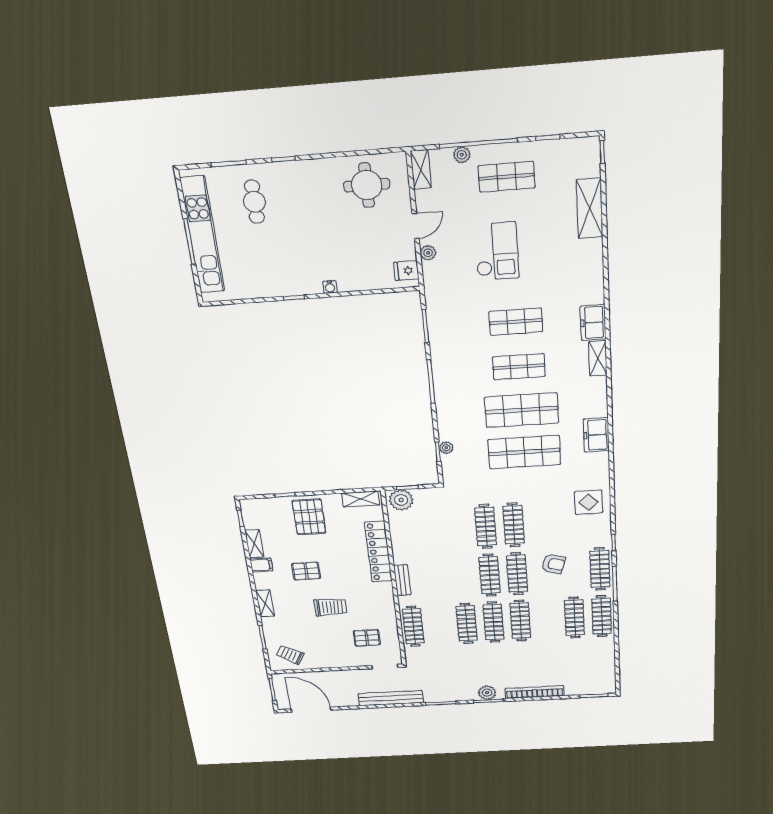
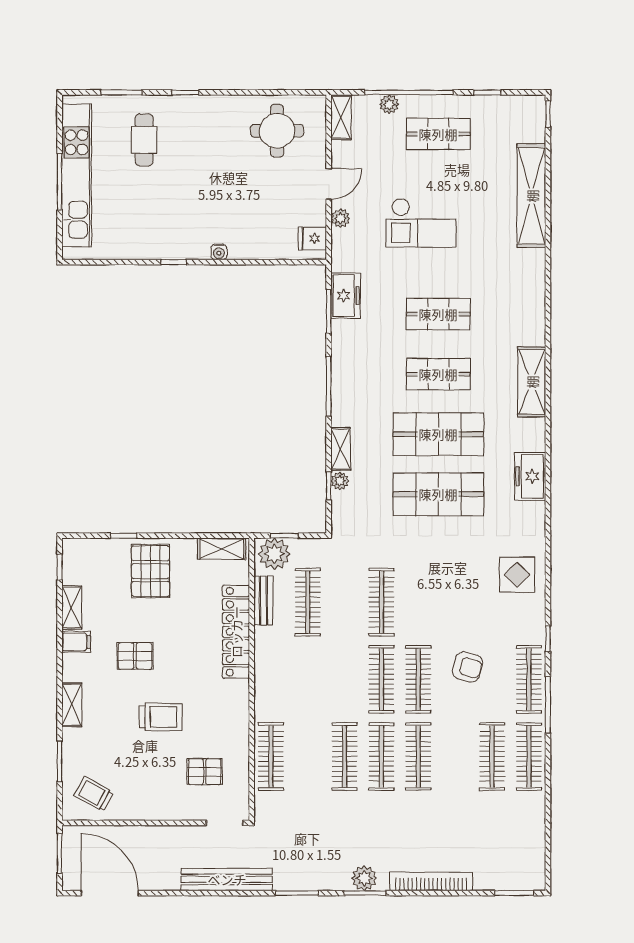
shelving: (590, 208) -> (532, 196), width x1.47
checkout: (497, 251) -> (421, 223), turned 90
freezer: (593, 323) -> (346, 296), moved, turned 180
shelving: (598, 358) -> (532, 382), width x1.50, depth x1.33
shelving: (445, 425) -> (341, 449), added
clothes rail: (514, 525) -> (308, 602), moved
bench: (402, 580) -> (263, 601), moved

